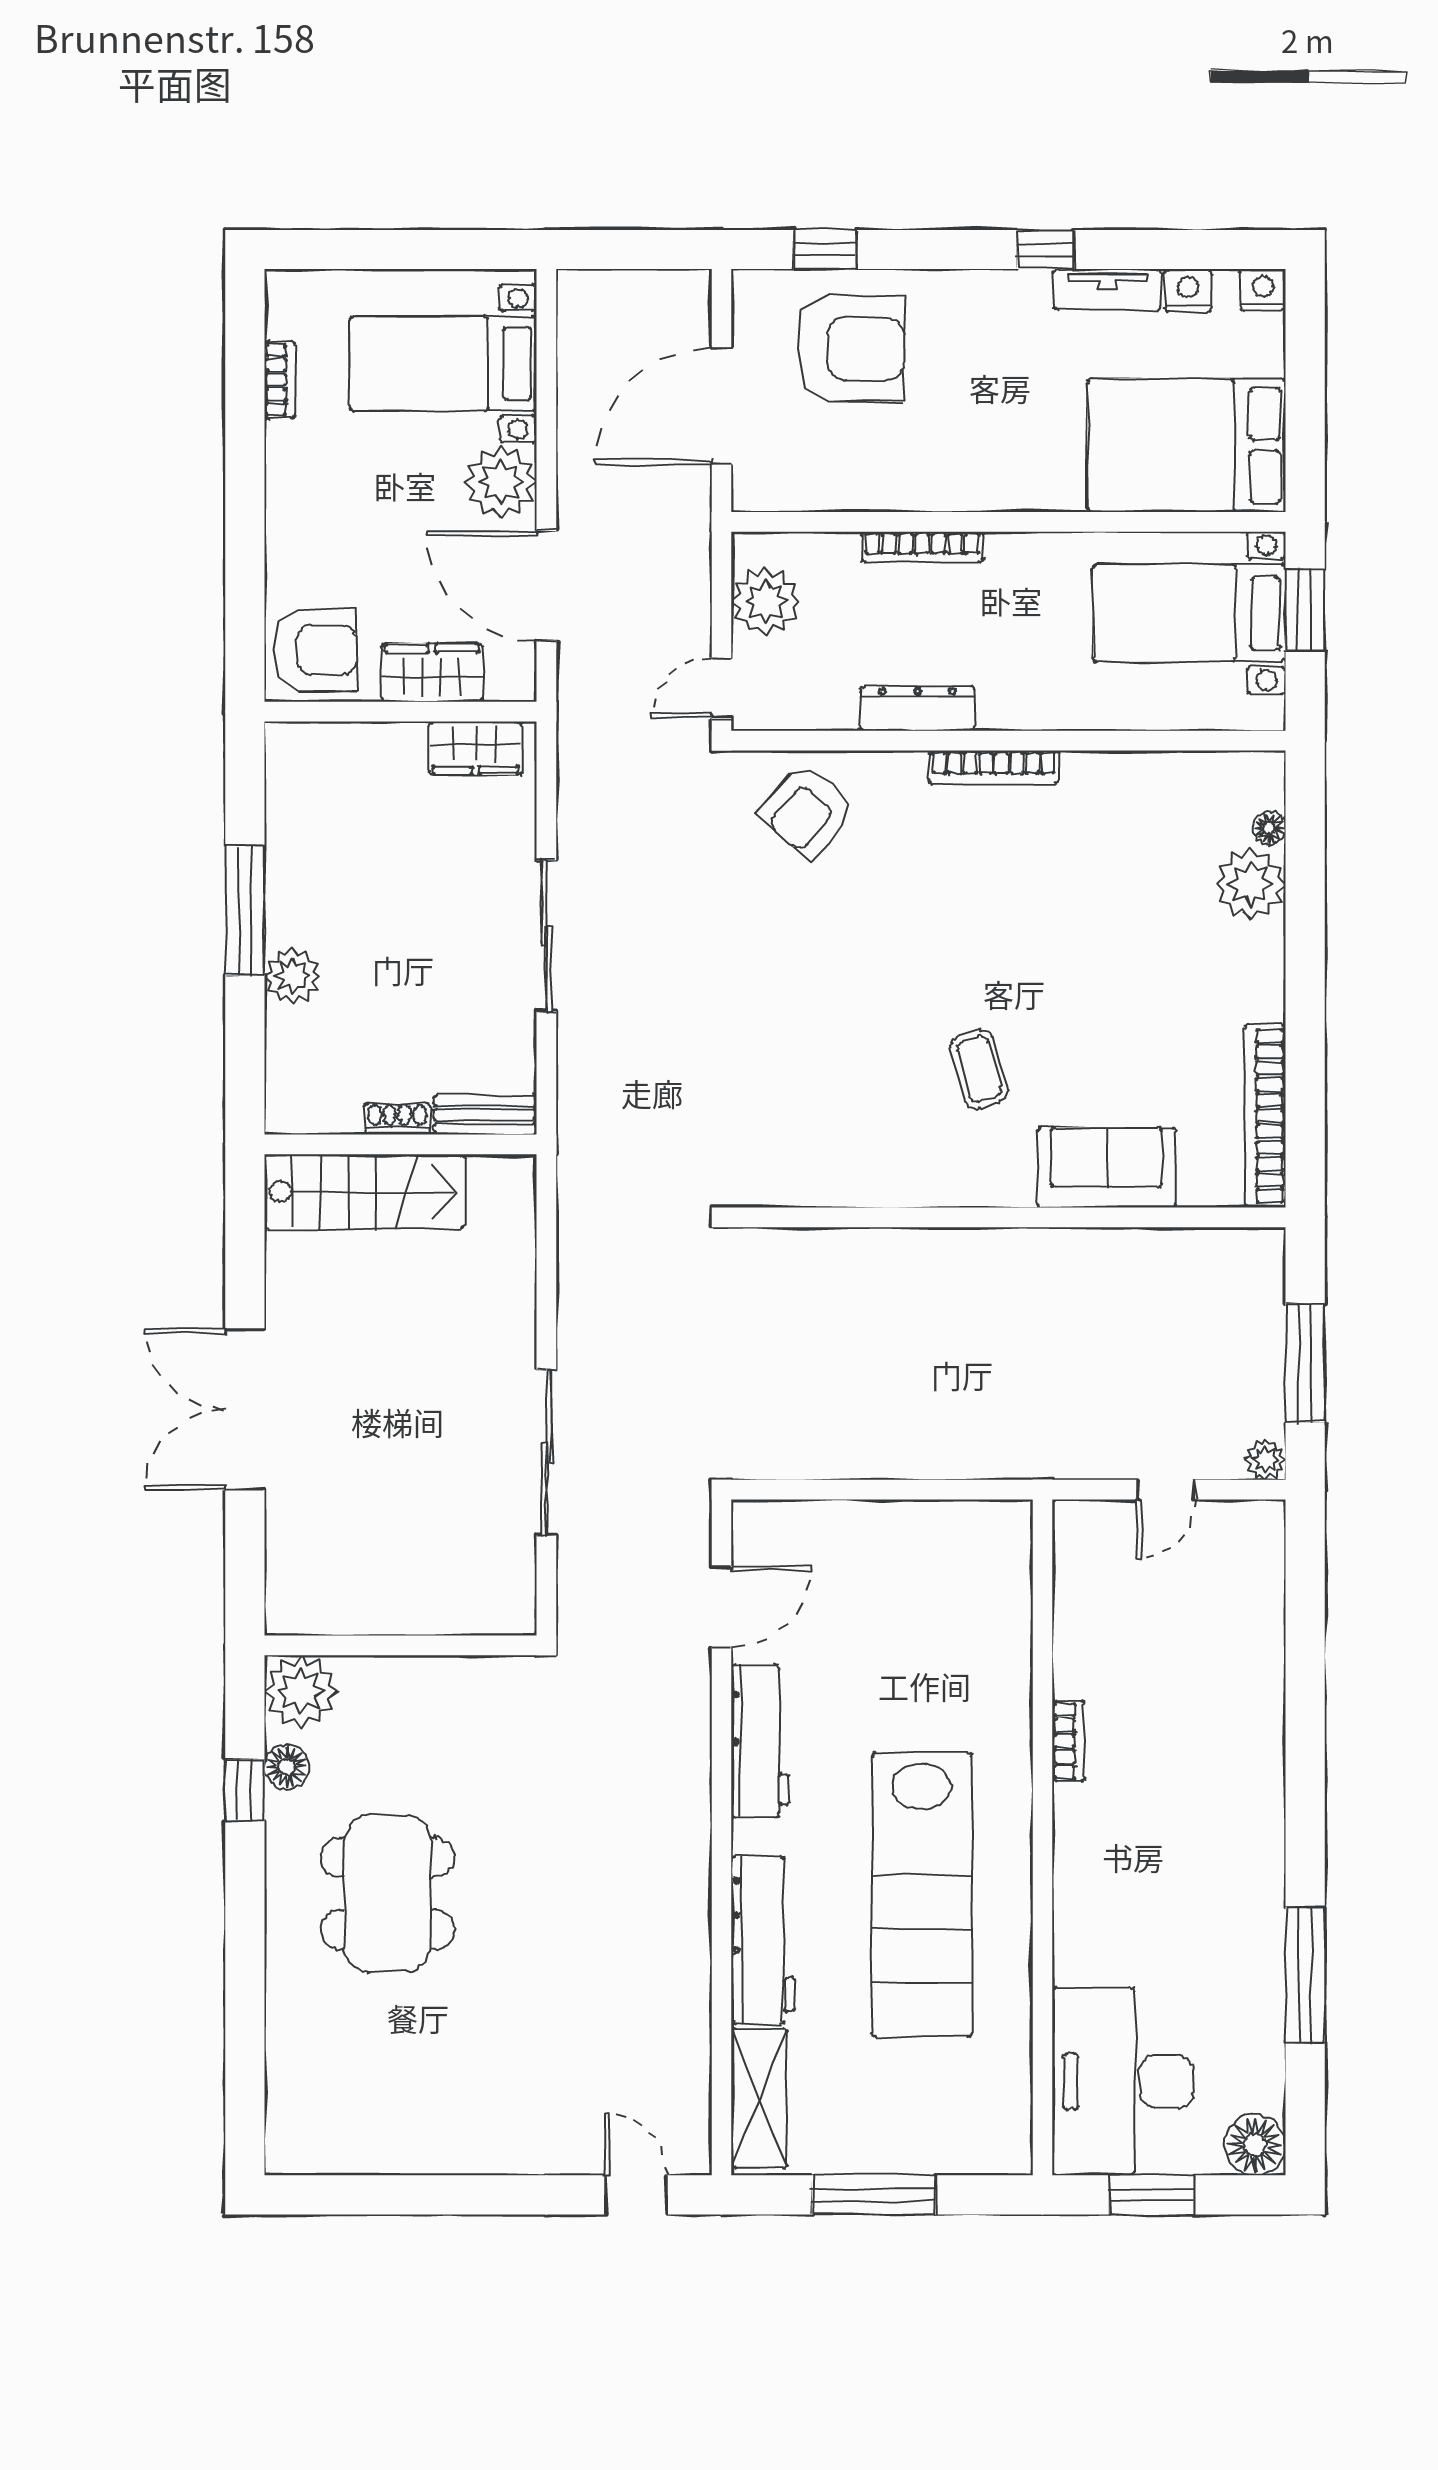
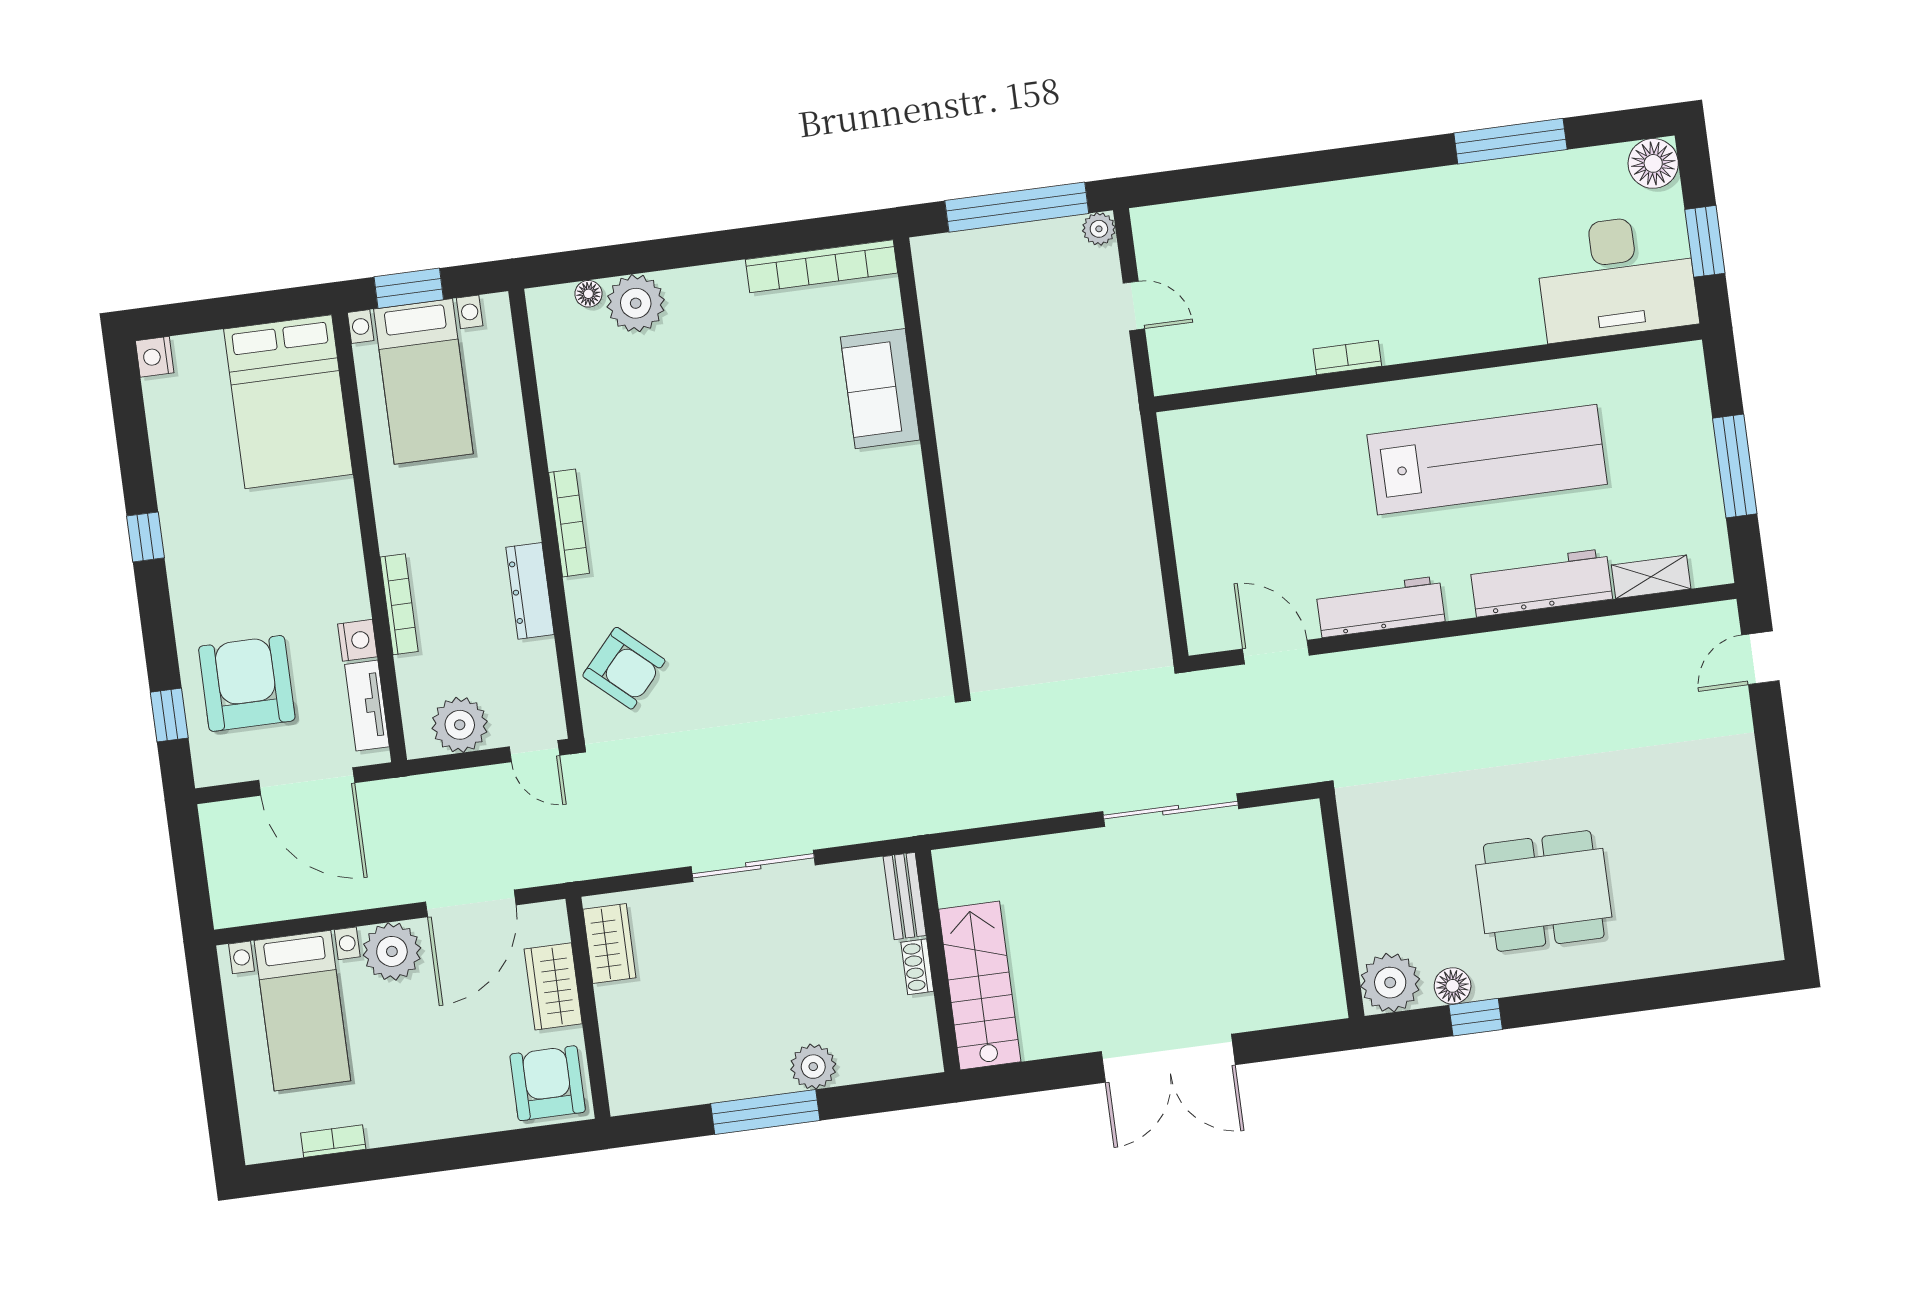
tv unit: (1107, 289) -> (367, 706), moved, turned 180
nightstand: (1188, 290) -> (358, 640), moved, turned 180
coffee table: (979, 1069) -> (814, 502), removed
window: (1305, 1363) -> (1017, 207), width x1.46
shelving: (759, 2098) -> (1651, 577), width x0.67, depth x0.75

